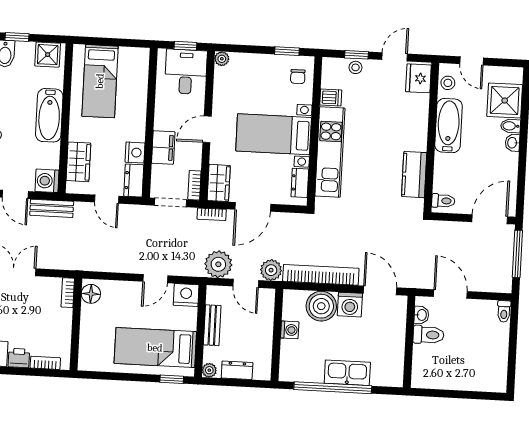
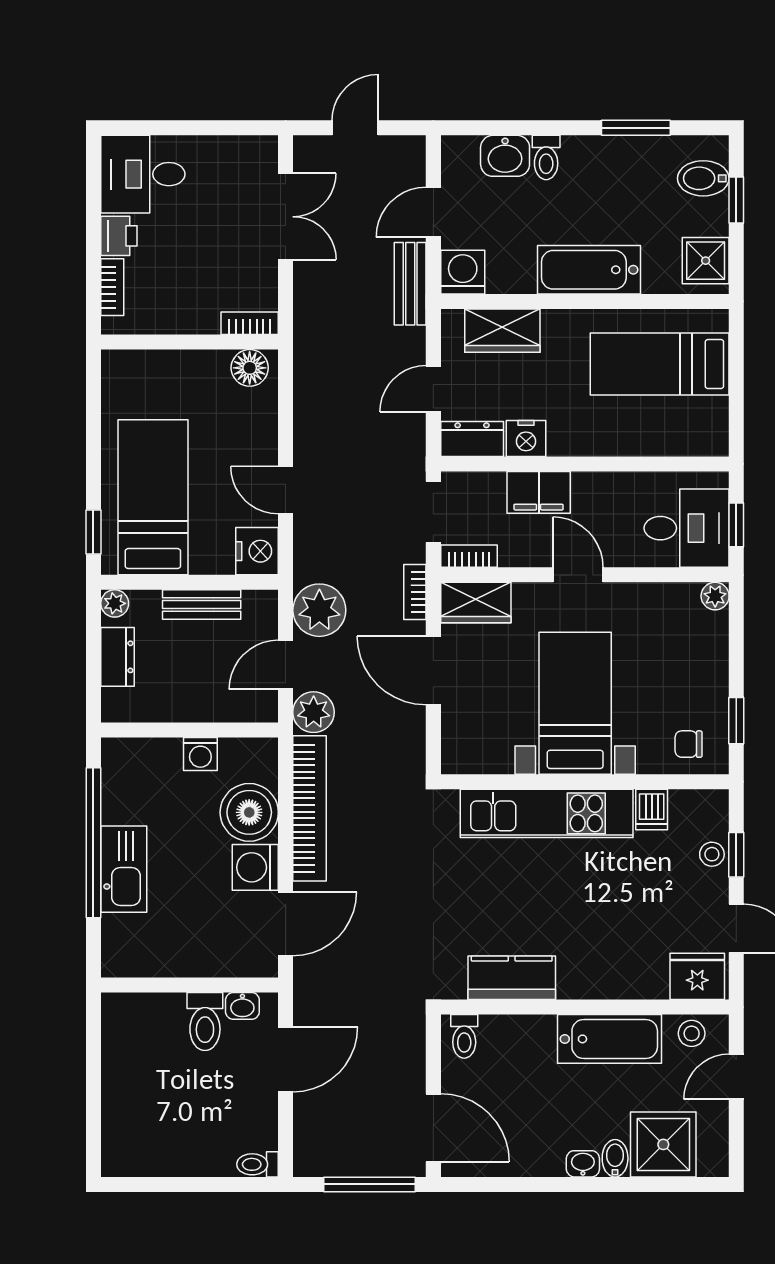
dresser: (300, 183) -> (484, 759), removed

